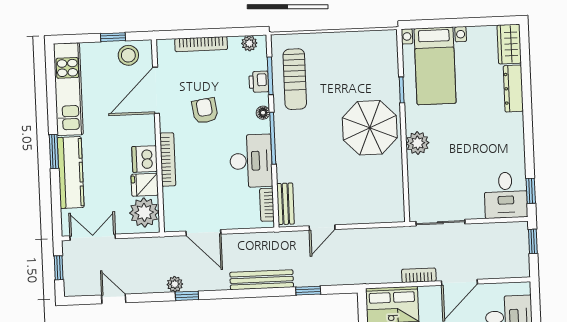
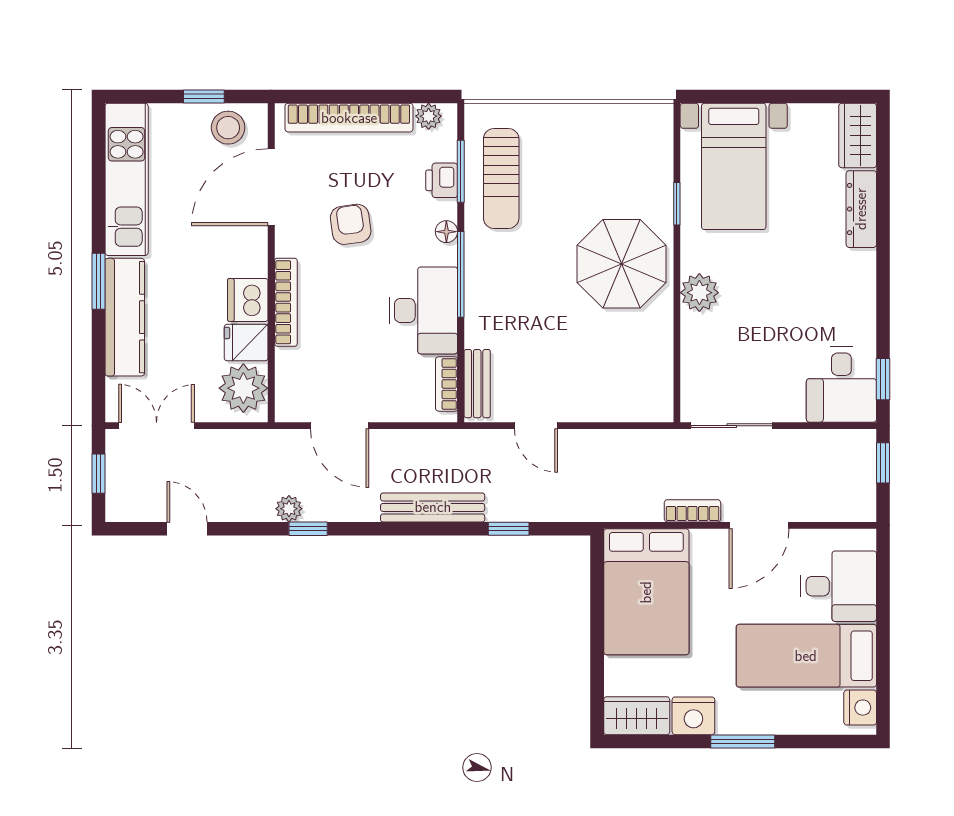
bookcase: (201, 44) -> (349, 118), width x1.48, depth x1.31
door: (322, 228) -> (536, 426), hinge flipped

